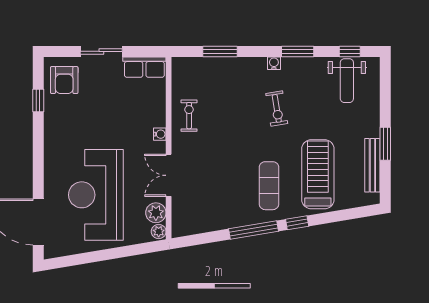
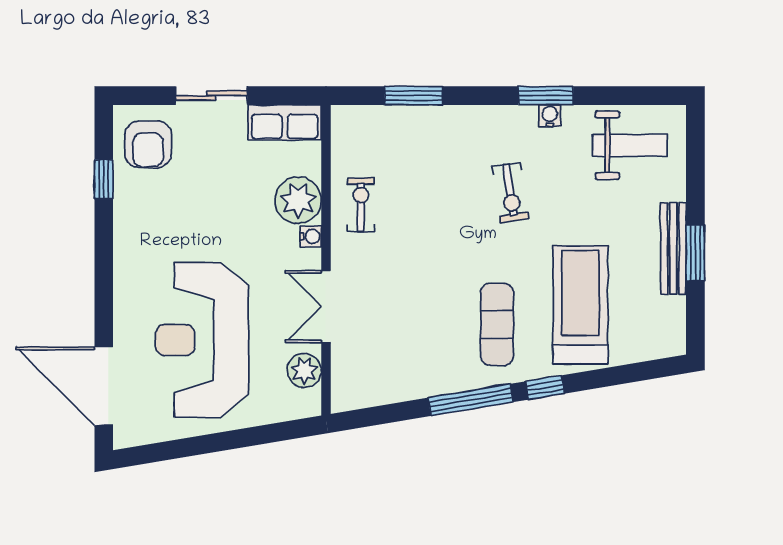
window: (350, 51) -> (635, 96), removed
water cooler: (274, 63) -> (550, 116), moved
weight bench: (347, 81) -> (630, 145), turned -90
bench: (372, 165) -> (673, 249), moved
plant: (159, 232) -> (298, 200), moved, width x1.88, depth x1.88

